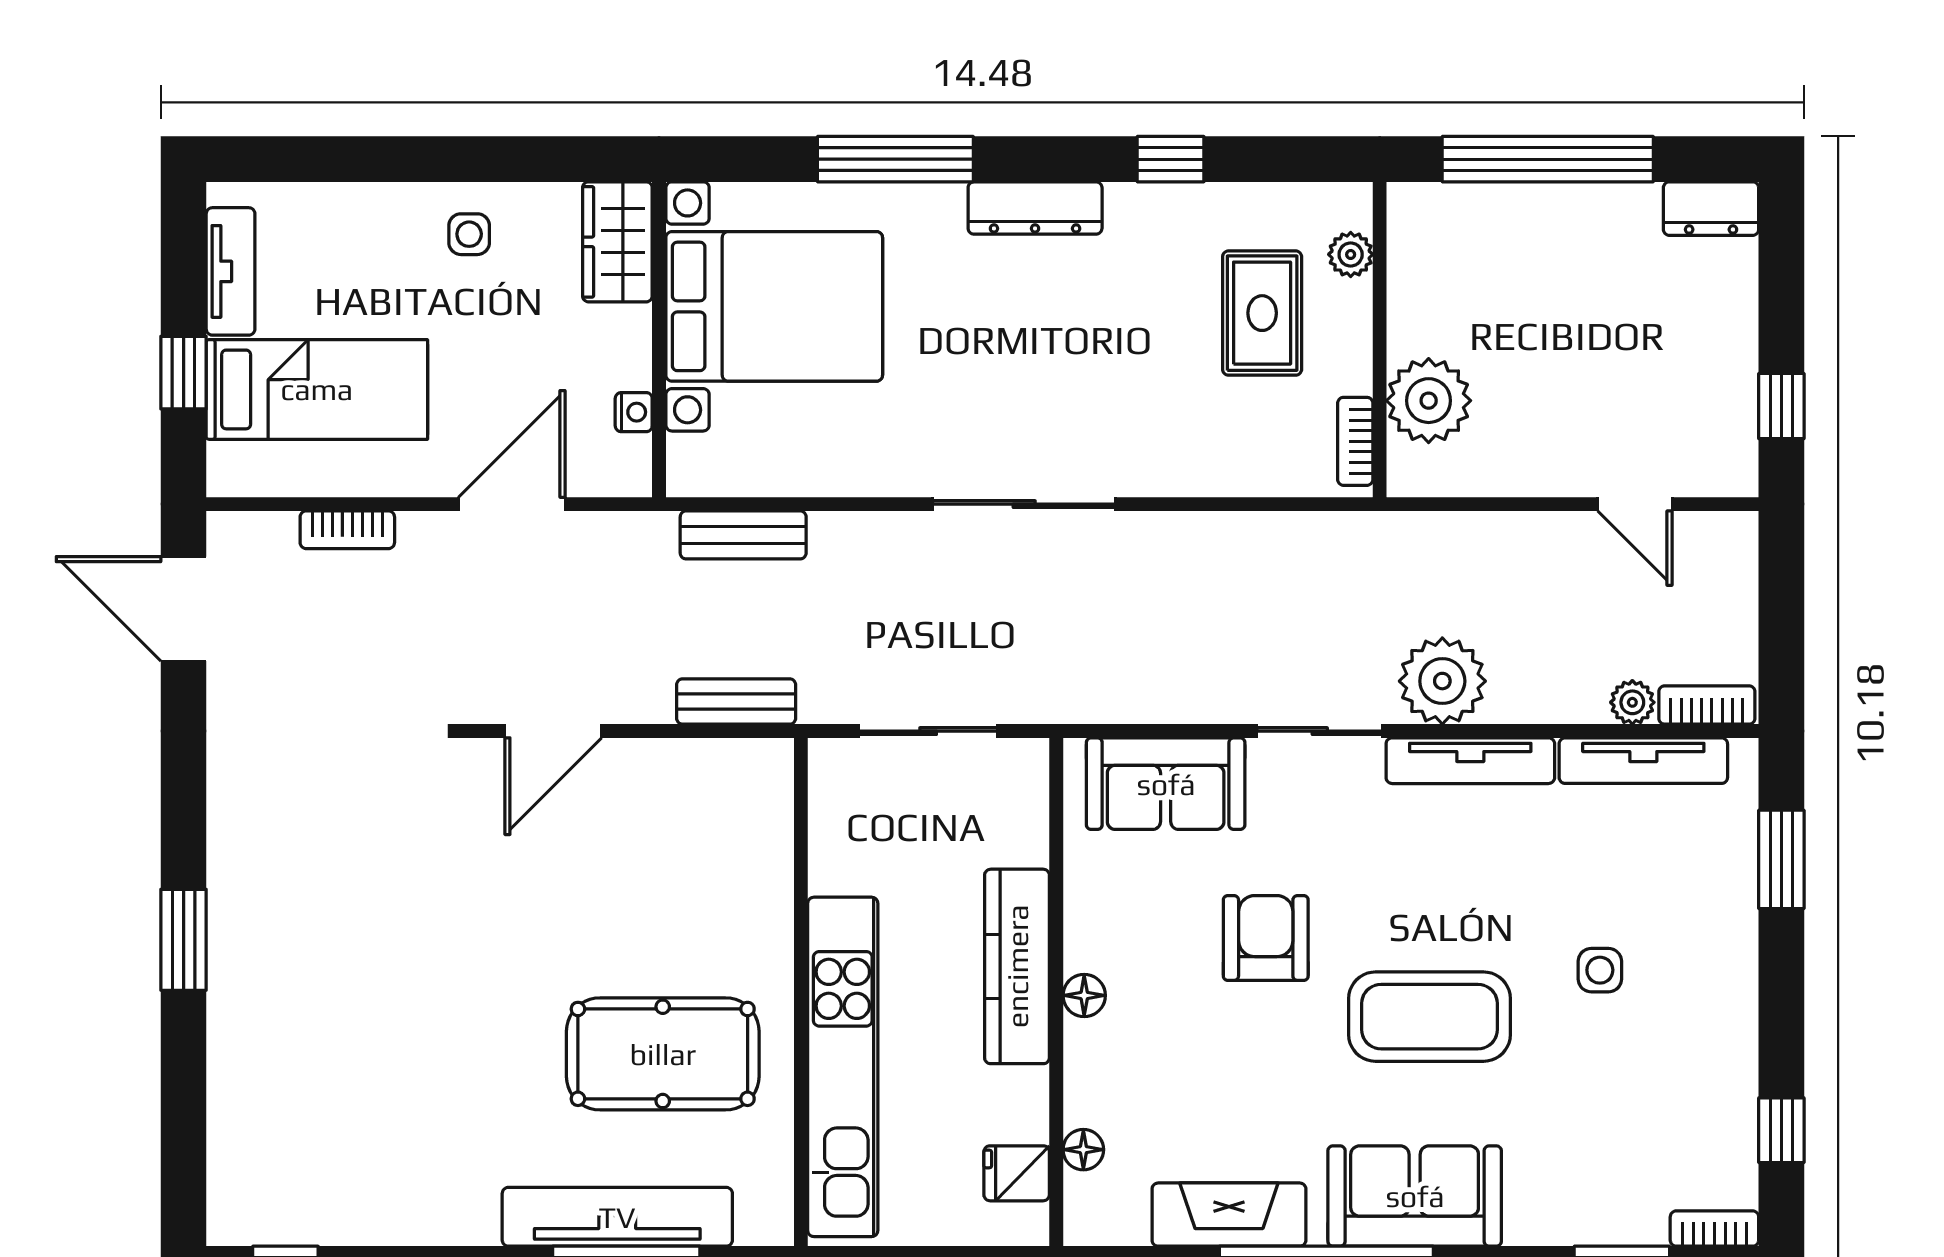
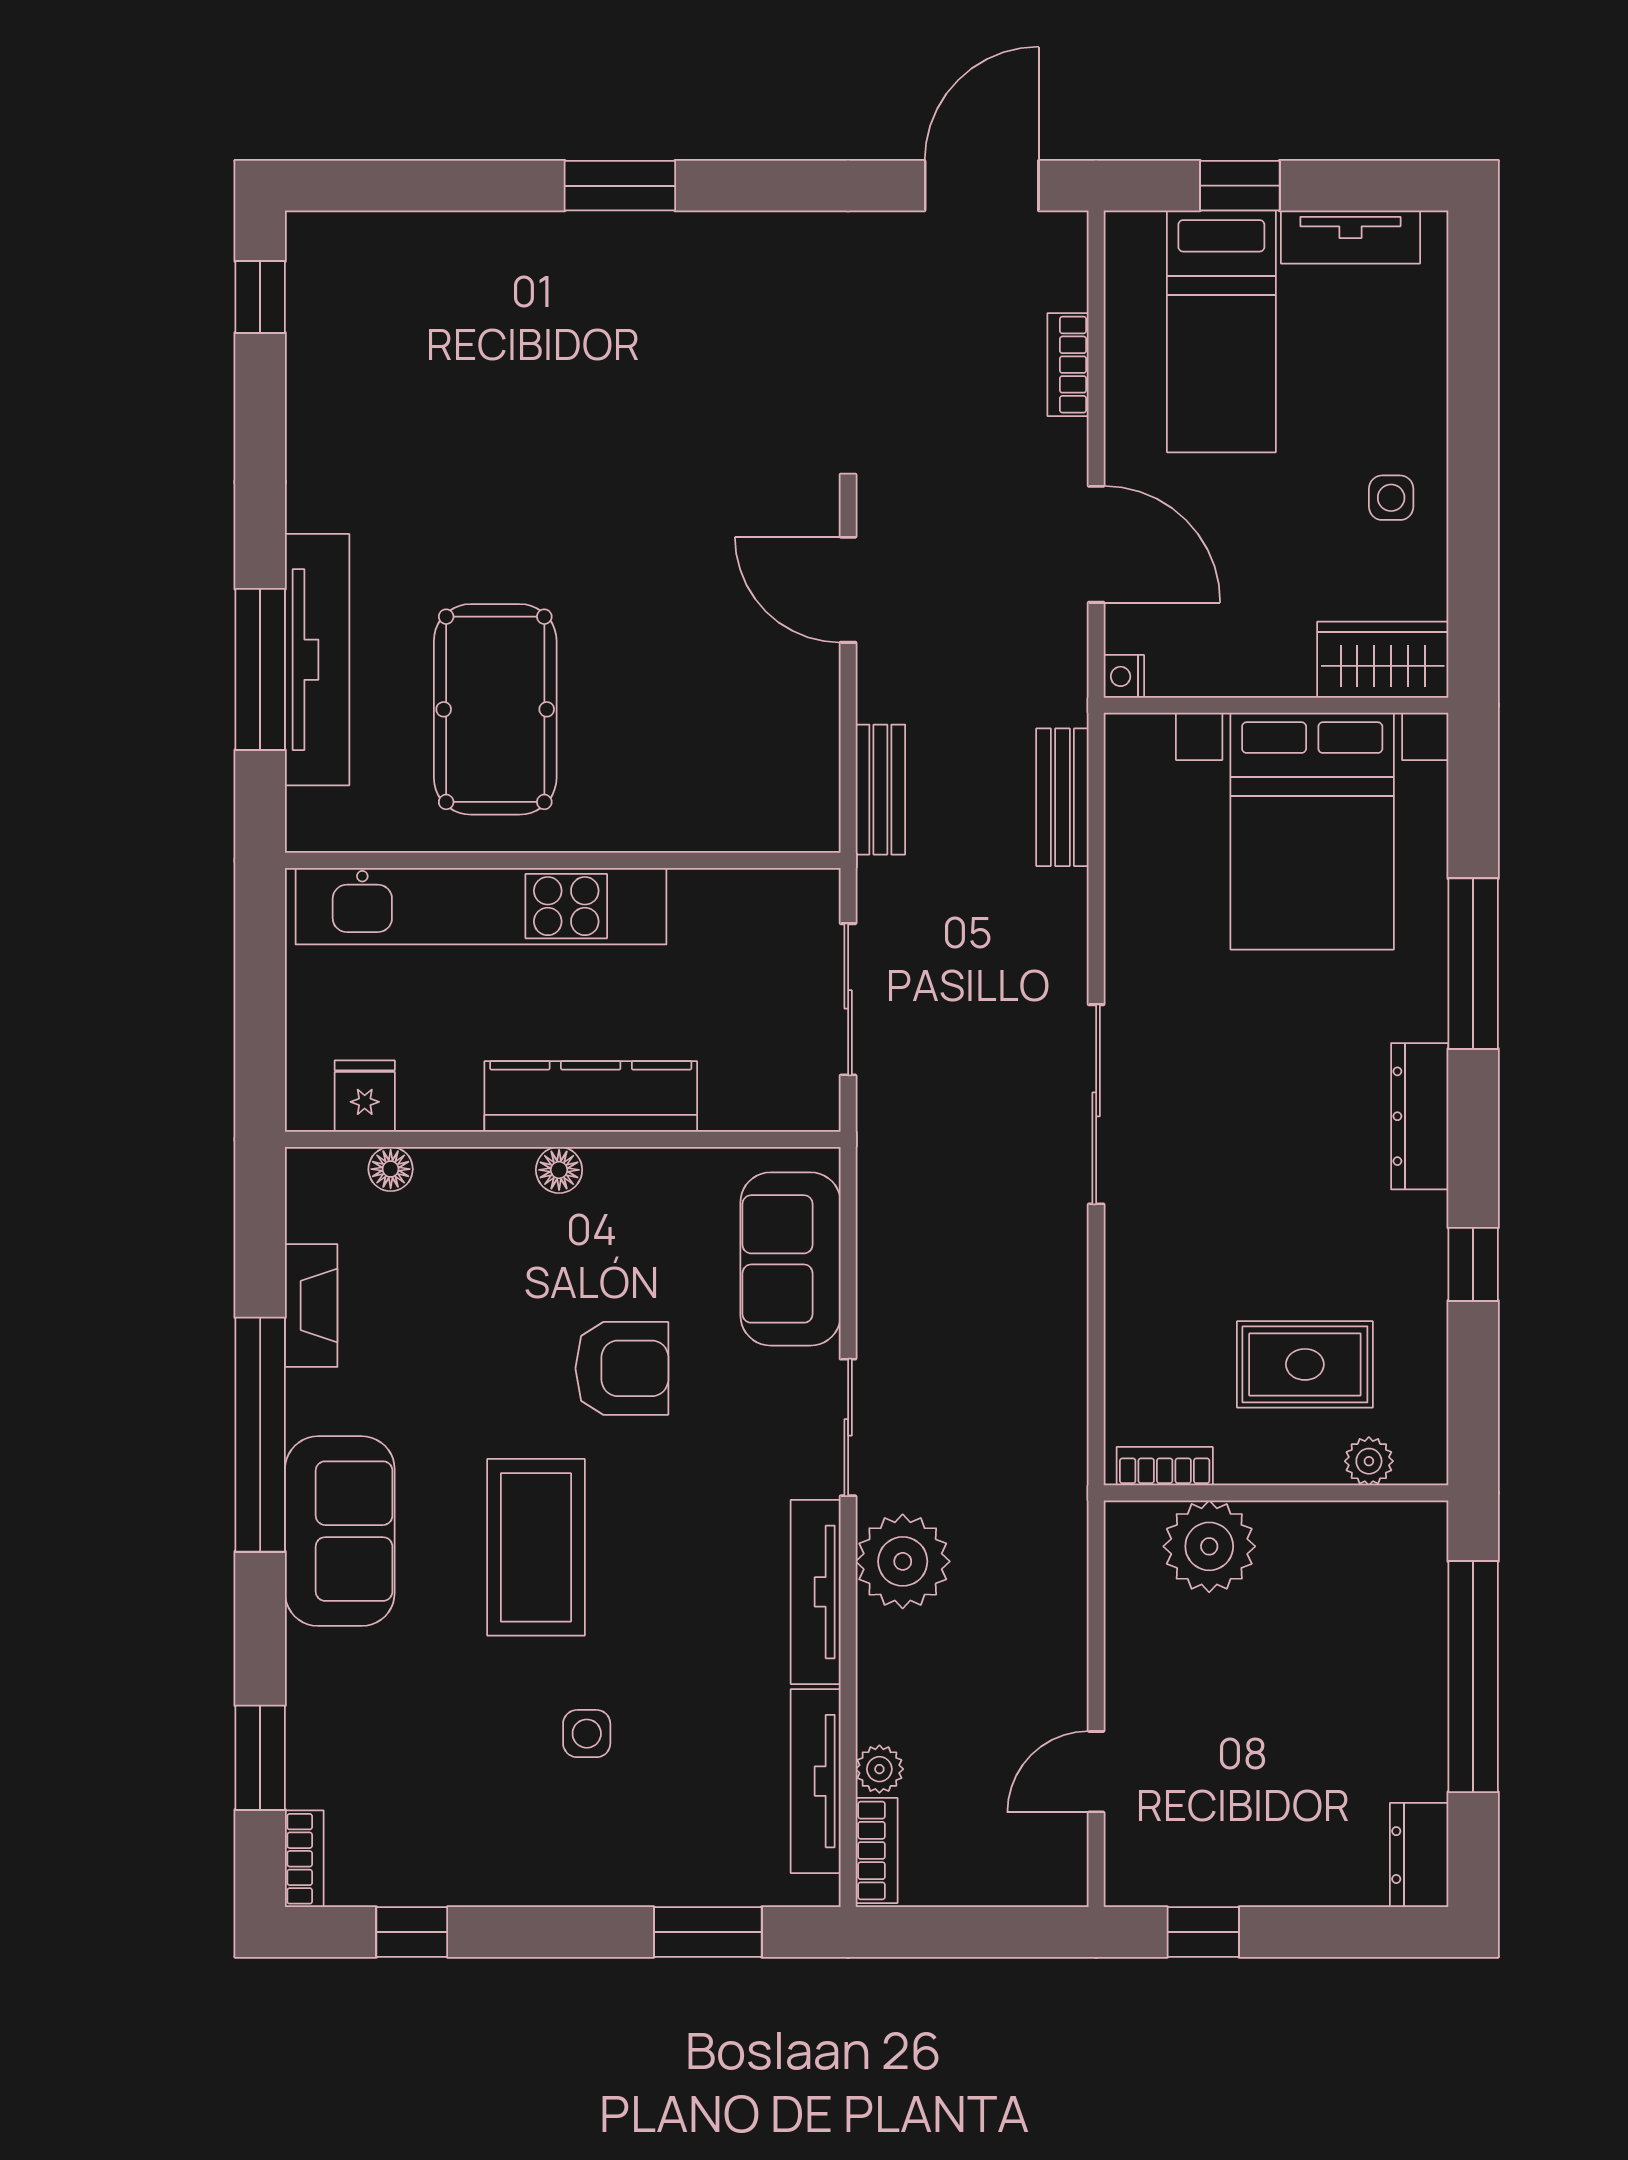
nightstand: (634, 412) -> (1124, 676), moved, turned 90
fireplace: (1229, 1215) -> (311, 1305), width x0.73, depth x0.76

